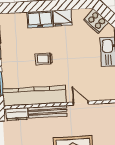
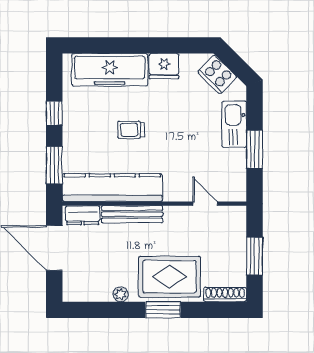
freezer: (40, 19) -> (110, 70), width x1.91, depth x1.26
door: (81, 103) -> (205, 204), moved

